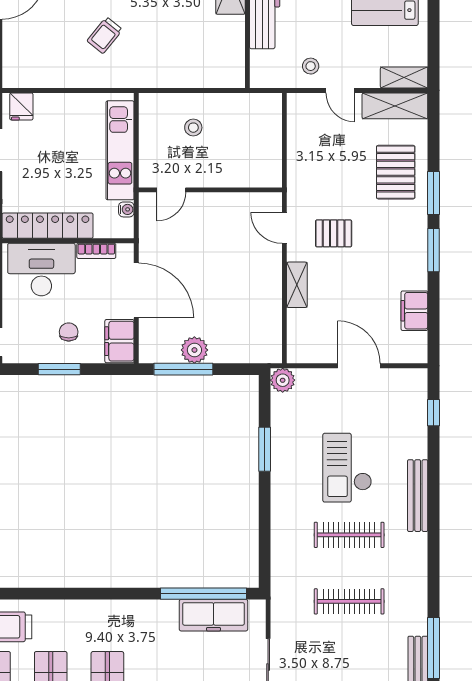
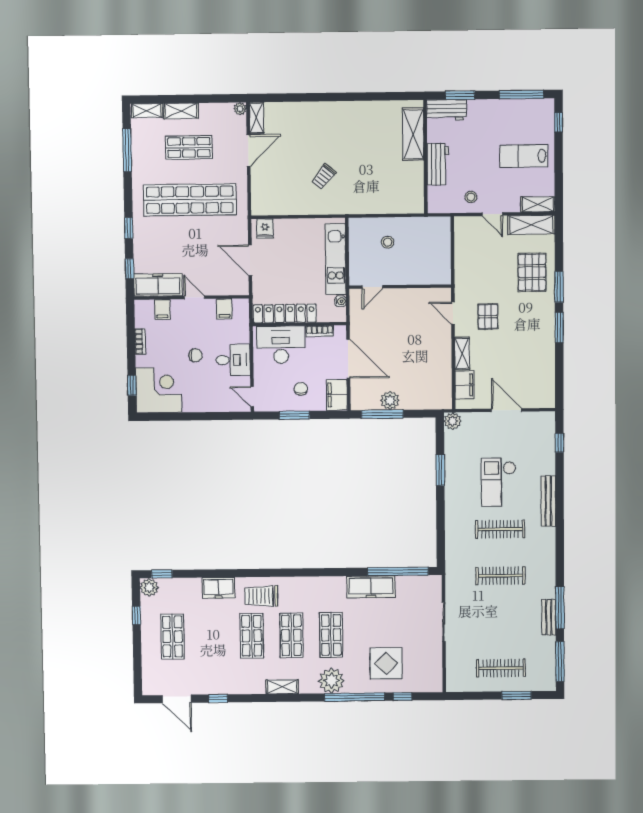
pallet: (334, 233) -> (488, 317), turned 90
filing cabinet: (414, 311) -> (465, 385), moved, turned 180
freezer: (214, 615) -> (371, 587), moved

